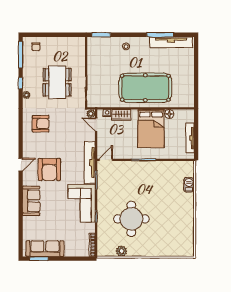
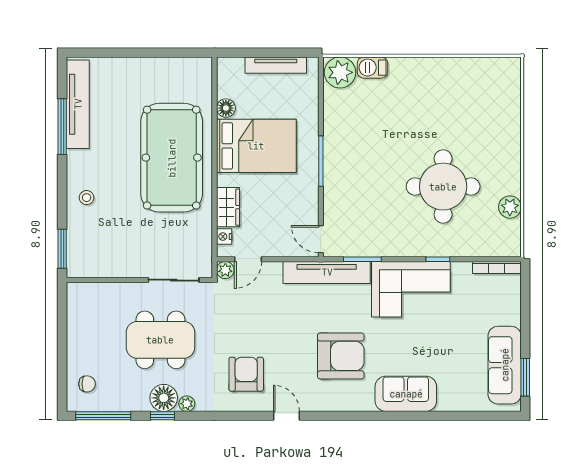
floor lamp: (29, 84) -> (164, 398), added
door: (21, 165) -> (286, 416), moved
plant: (186, 169) -> (340, 72), added

